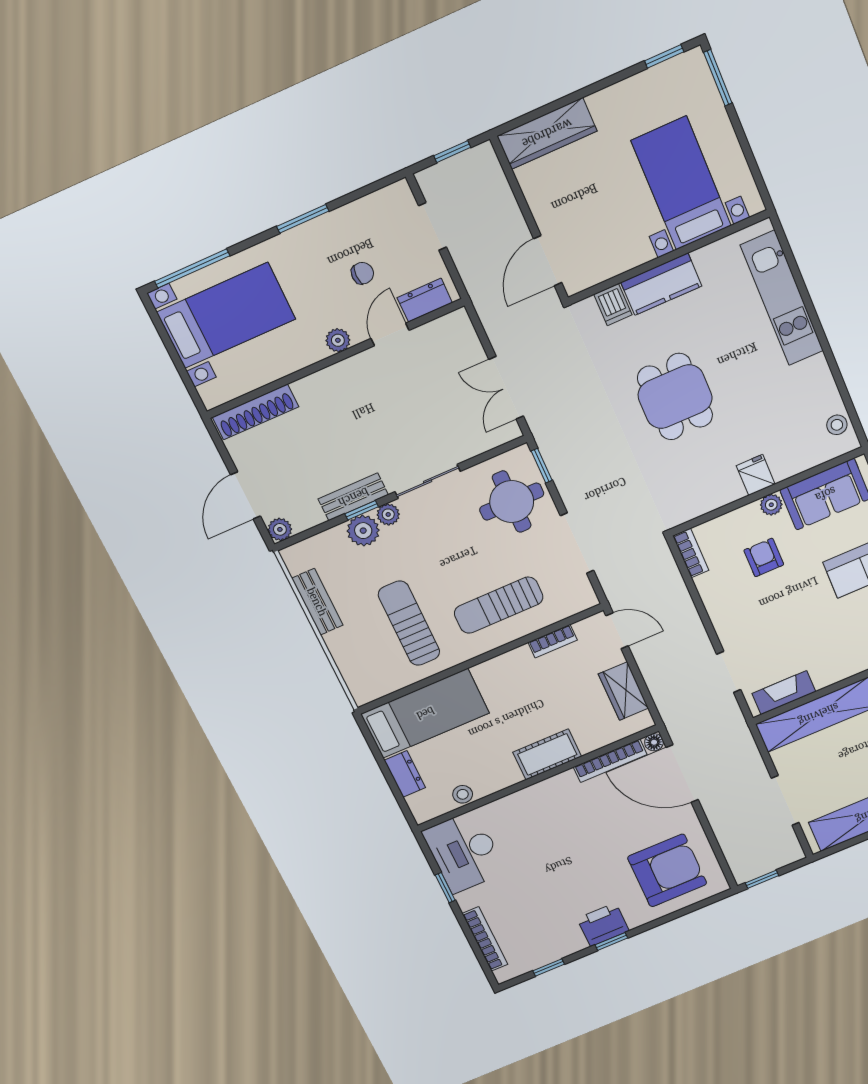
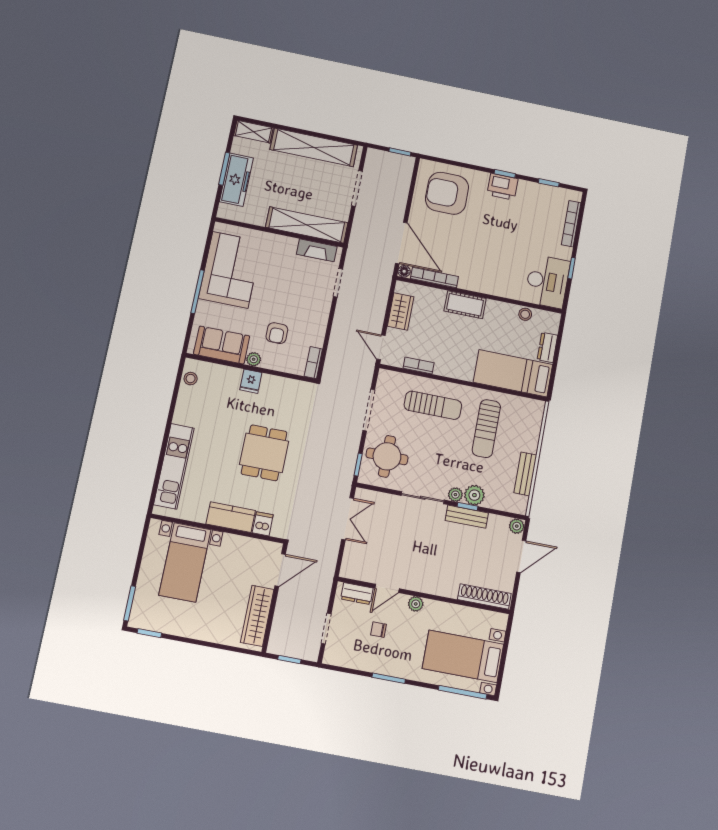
wardrobe: (547, 133) -> (257, 616), moved, turned -90

